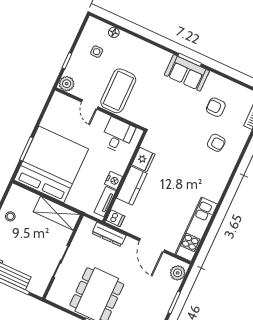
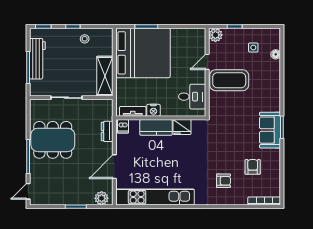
armchair: (216, 143) -> (223, 181), turned -94
kitchen unit: (196, 229) -> (155, 197), width x1.36
dresser: (109, 234) -> (107, 131), width x0.70

